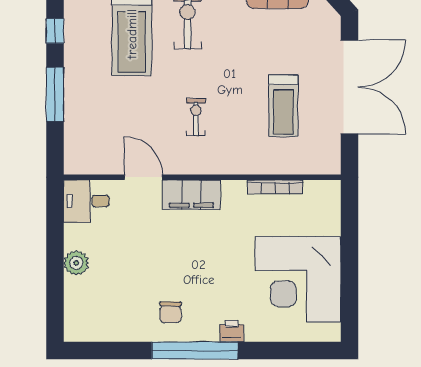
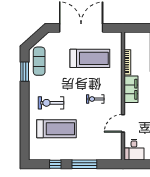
treadmill: (283, 106) -> (90, 58), width x1.37, depth x1.38
filing cabinet: (191, 195) -> (131, 89), moved

